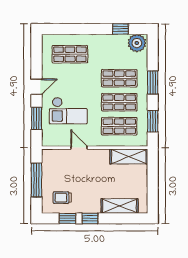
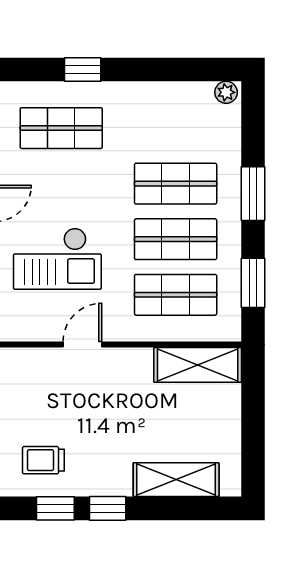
window: (120, 29) -> (83, 69), moved
plant: (137, 43) -> (226, 92), width x0.53, depth x0.53
door: (79, 148) -> (82, 345), hinge flipped

